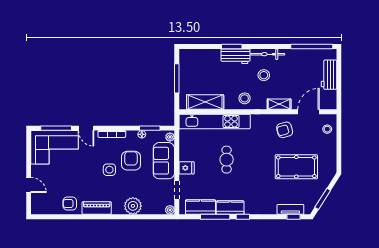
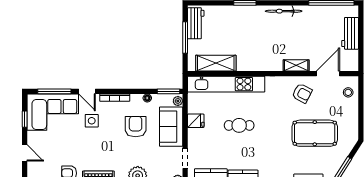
workbench: (235, 56) -> (196, 23), moved, turned -90
stool: (264, 75) -> (279, 34), removed
stool: (245, 98) -> (259, 59), removed
window: (150, 128) -> (169, 91), moved
armchair: (285, 130) -> (302, 93), turned -136
window: (29, 154) -> (25, 119), added
cafe table: (227, 160) -> (239, 125), turned 90
fridge: (187, 168) -> (196, 121), moved
side table: (109, 170) -> (92, 121), moved

